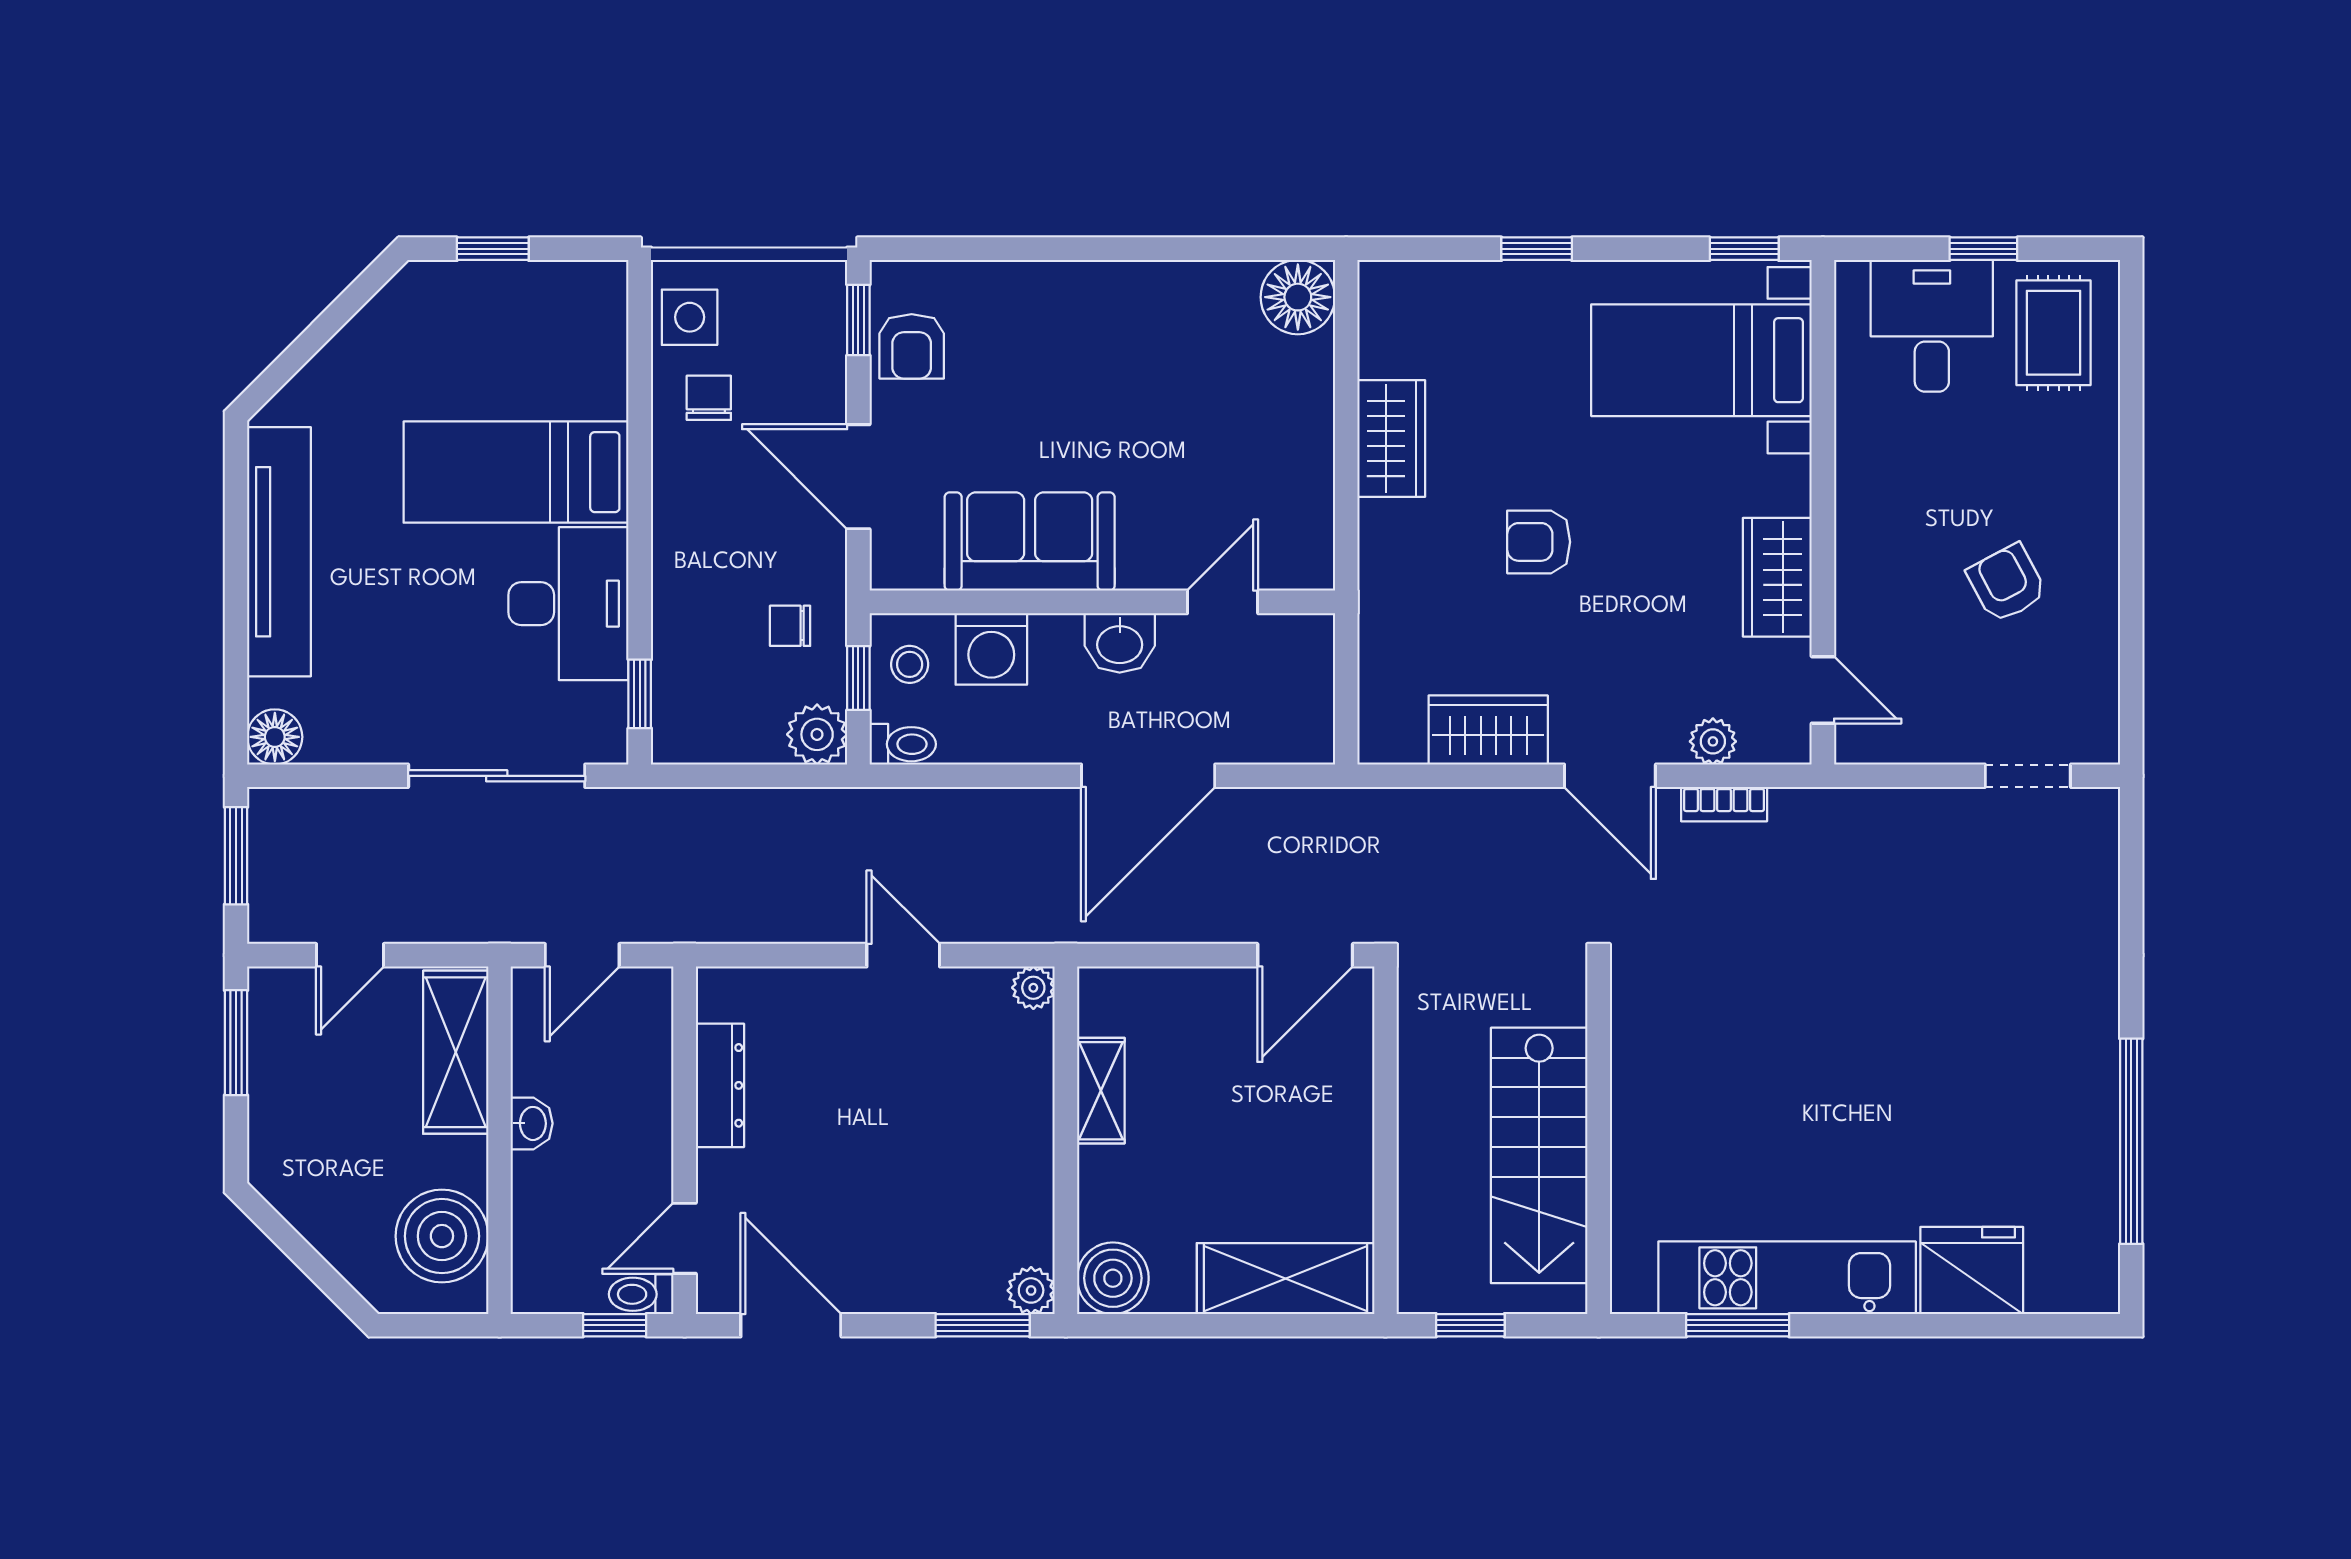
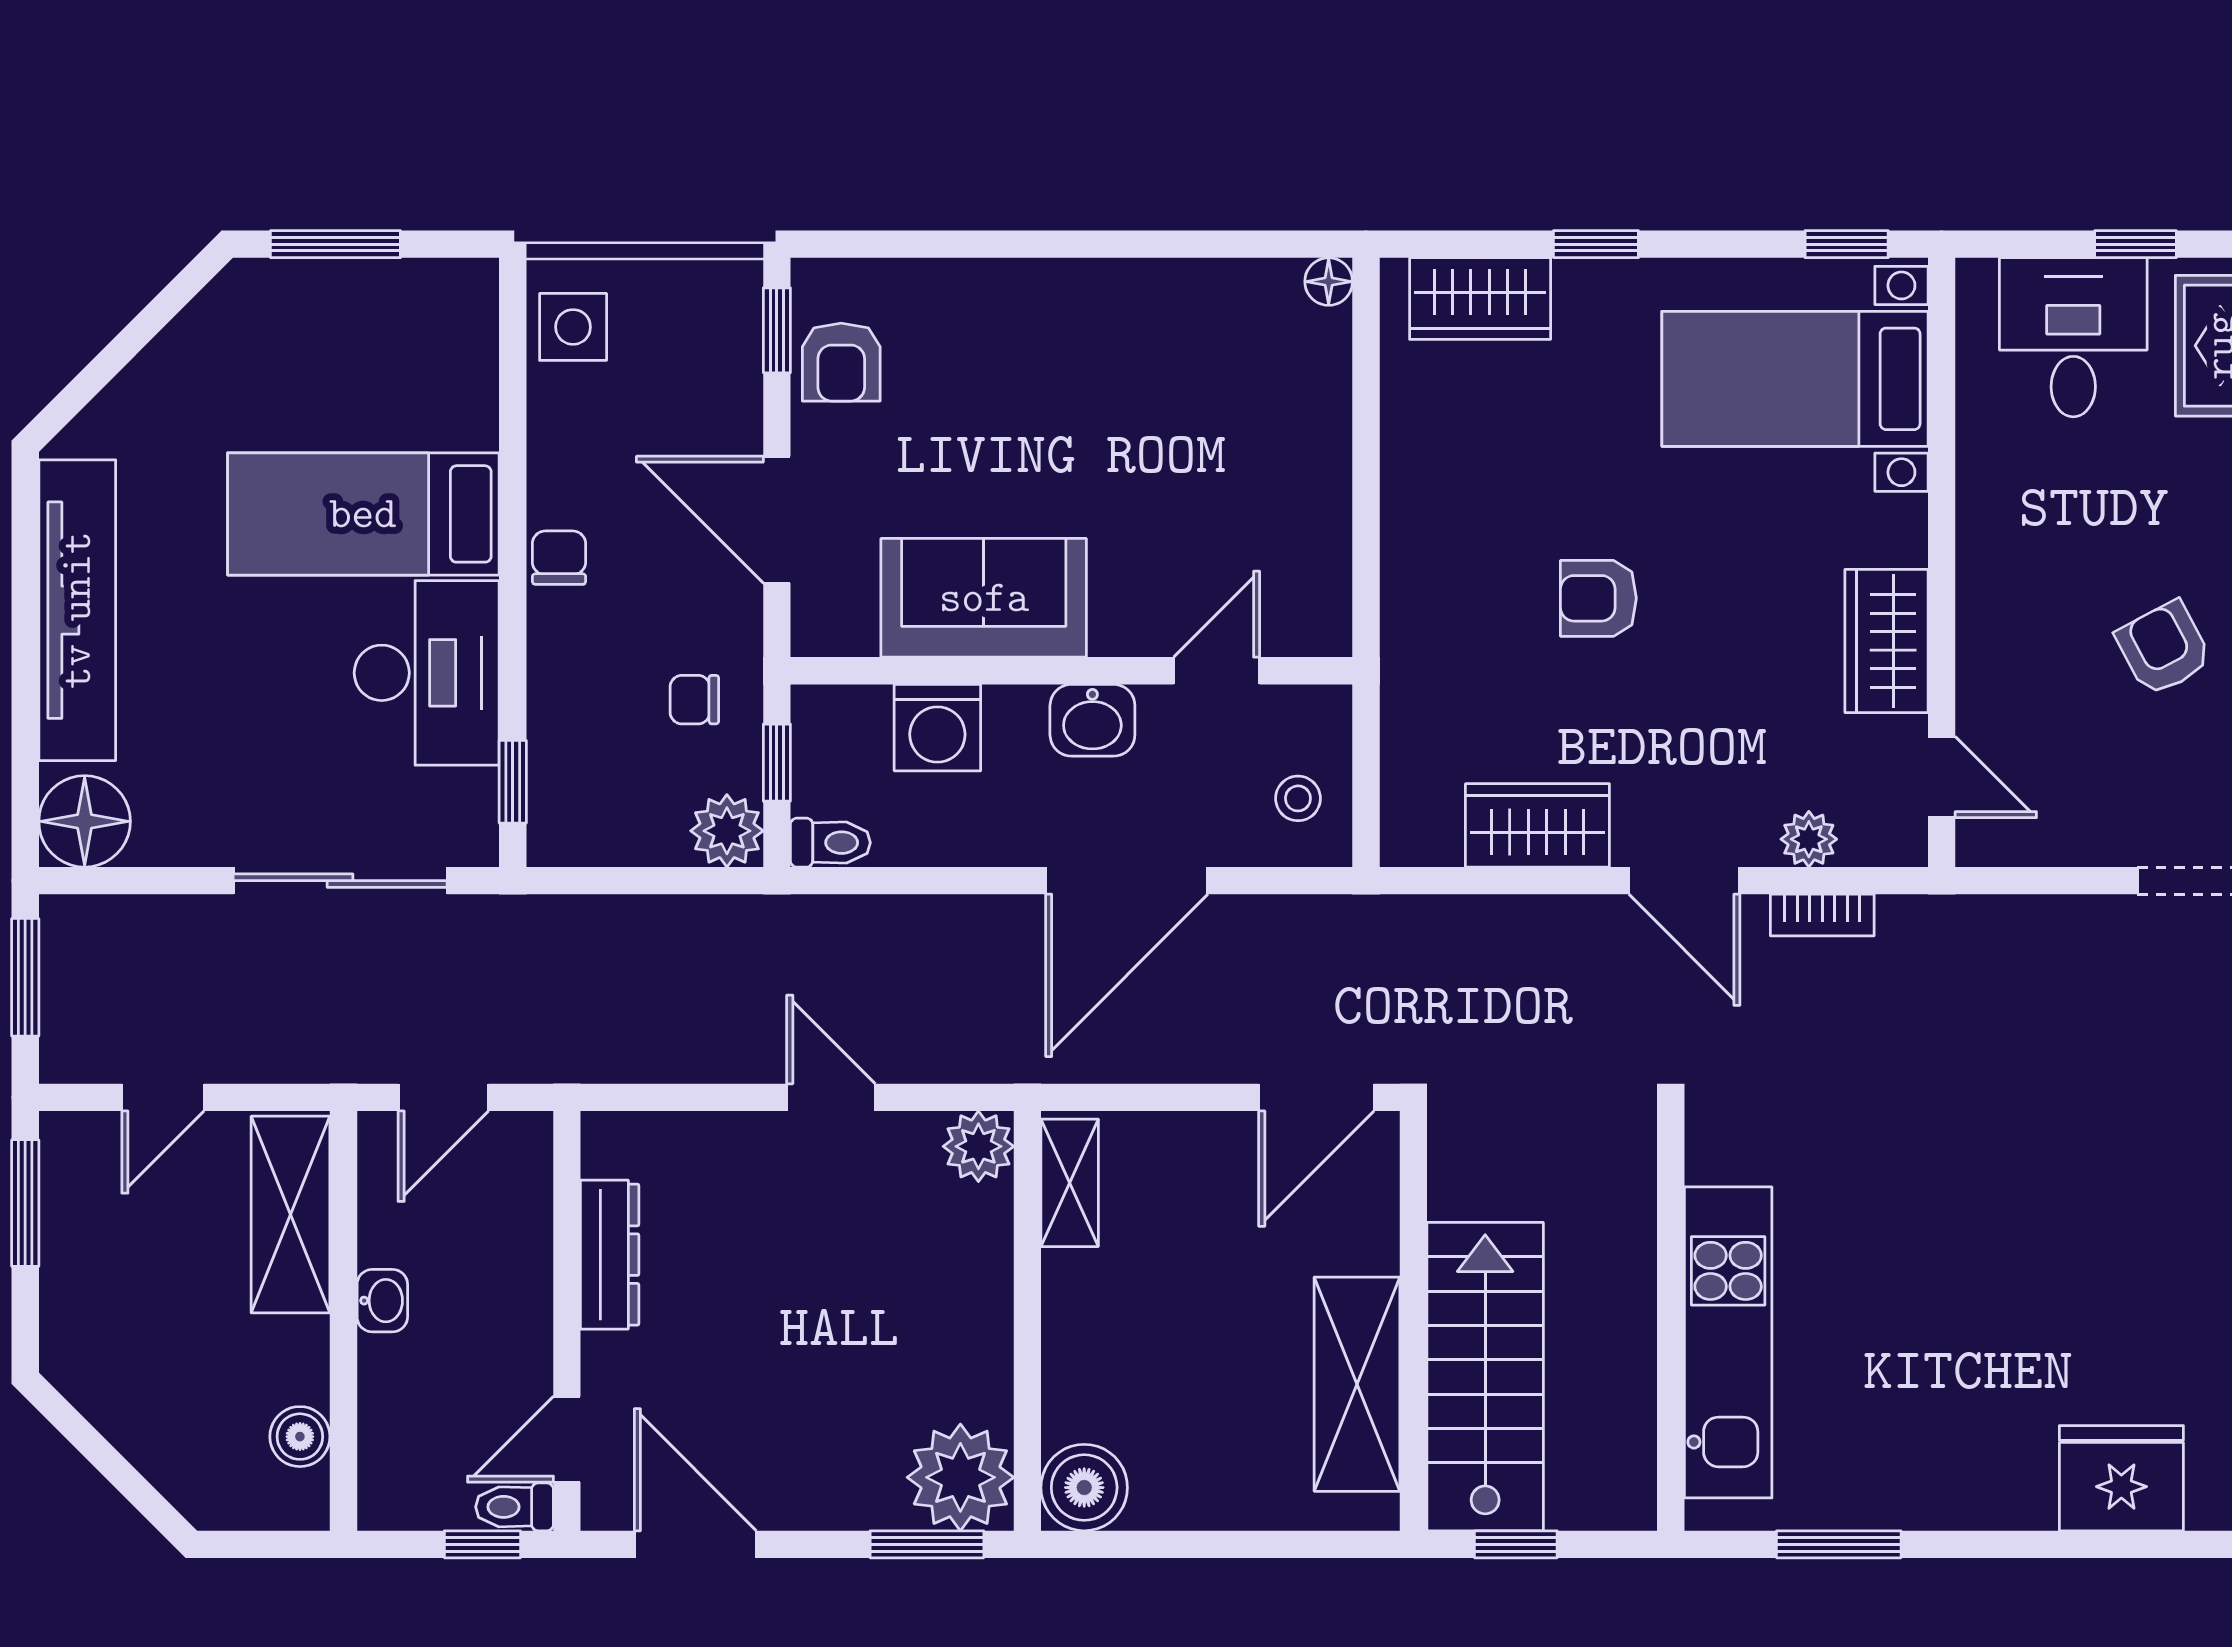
window: (493, 249) -> (335, 244), width x1.50
floor lamp: (1298, 297) -> (1329, 282), width x0.53, depth x0.53
chair: (709, 398) -> (559, 558), moved
wardrobe: (1391, 438) -> (1480, 299), moved, turned 90
stool: (910, 664) -> (1298, 798), moved
floor lamp: (275, 737) -> (85, 821), width x1.38, depth x1.38
plant: (1033, 988) -> (978, 1146), width x1.38, depth x1.38
shelving: (1101, 1091) -> (1070, 1183), moved
stairs: (1539, 1155) -> (1485, 1377), moved, turned 180
boiler: (442, 1236) -> (300, 1437), width x0.54, depth x0.54
kitchen unit: (1787, 1278) -> (1728, 1342), moved, turned 90
shelving: (1286, 1279) -> (1357, 1384), moved, turned 90
plant: (1031, 1290) -> (960, 1477), width x1.87, depth x1.87

